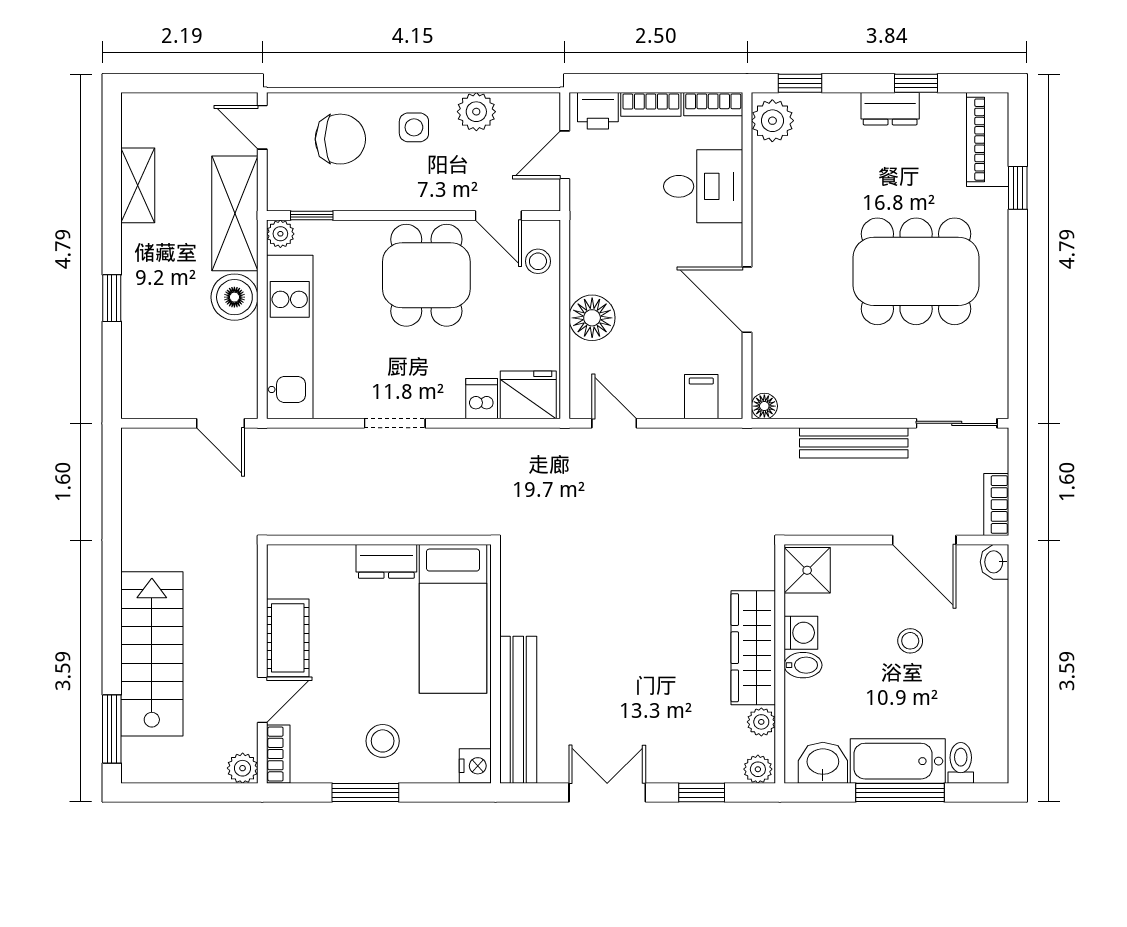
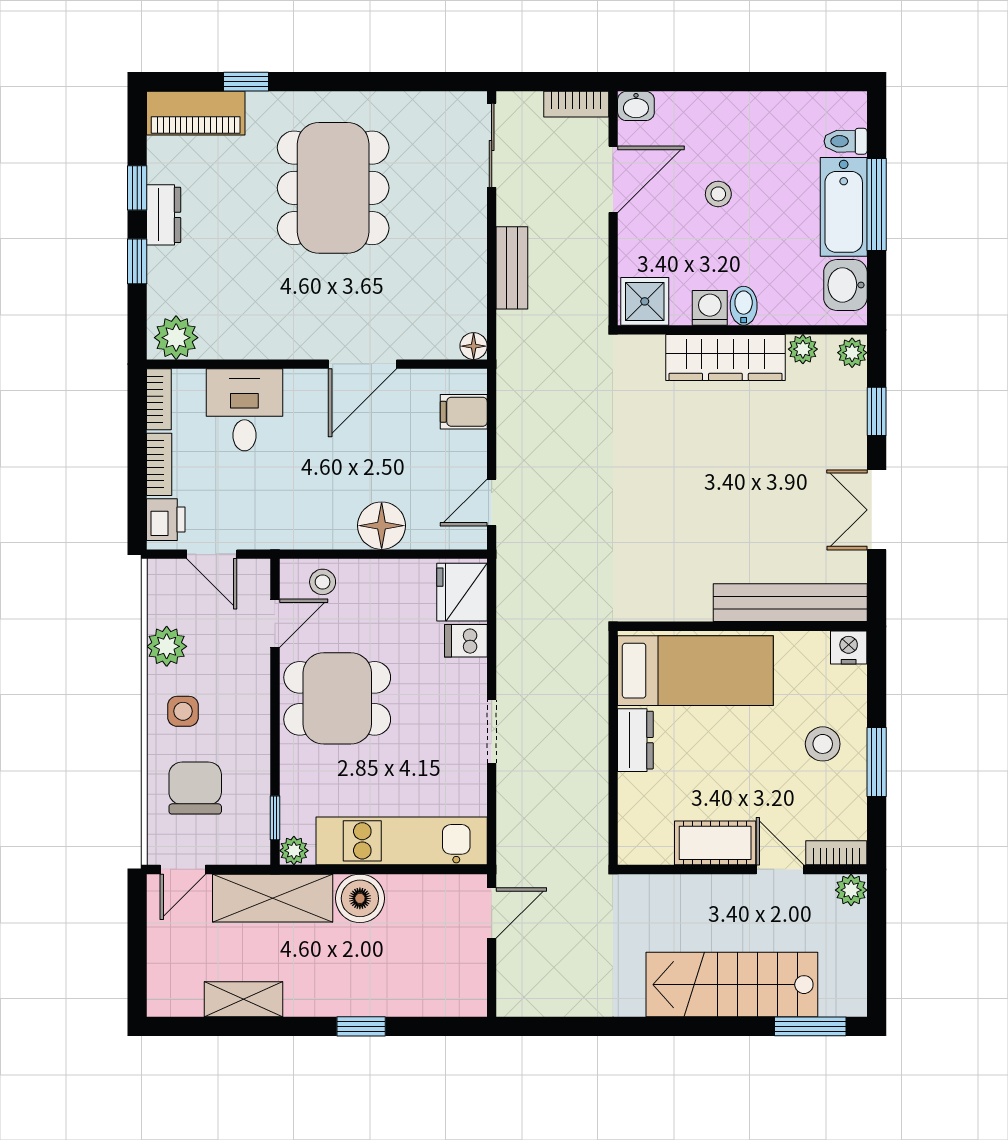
window: (800, 83) -> (137, 261), moved
bench: (854, 443) -> (512, 268), width x0.73

